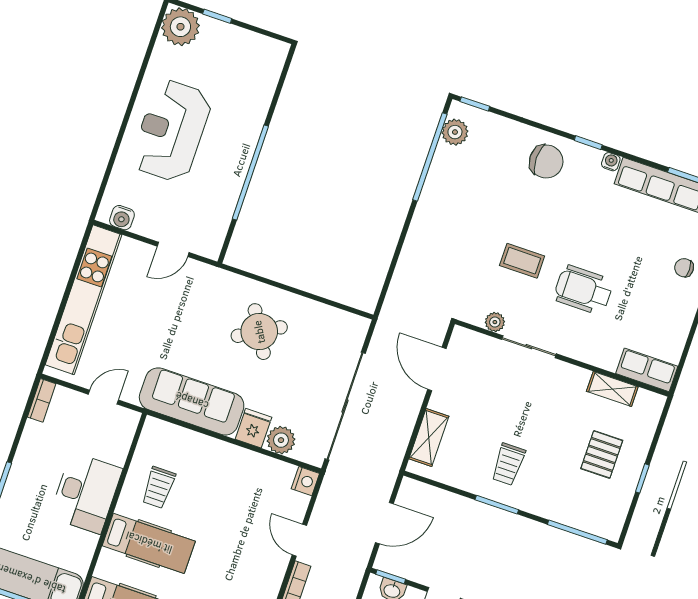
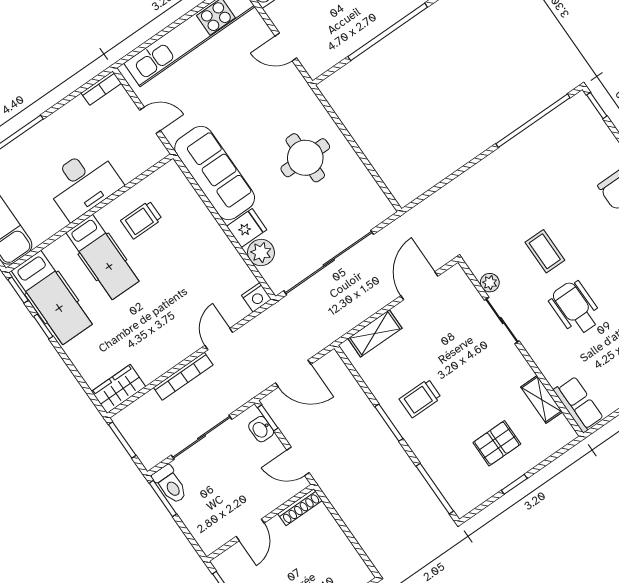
plant: (455, 132) -> (566, 116), removed
round table: (259, 332) -> (305, 158), turned 30

